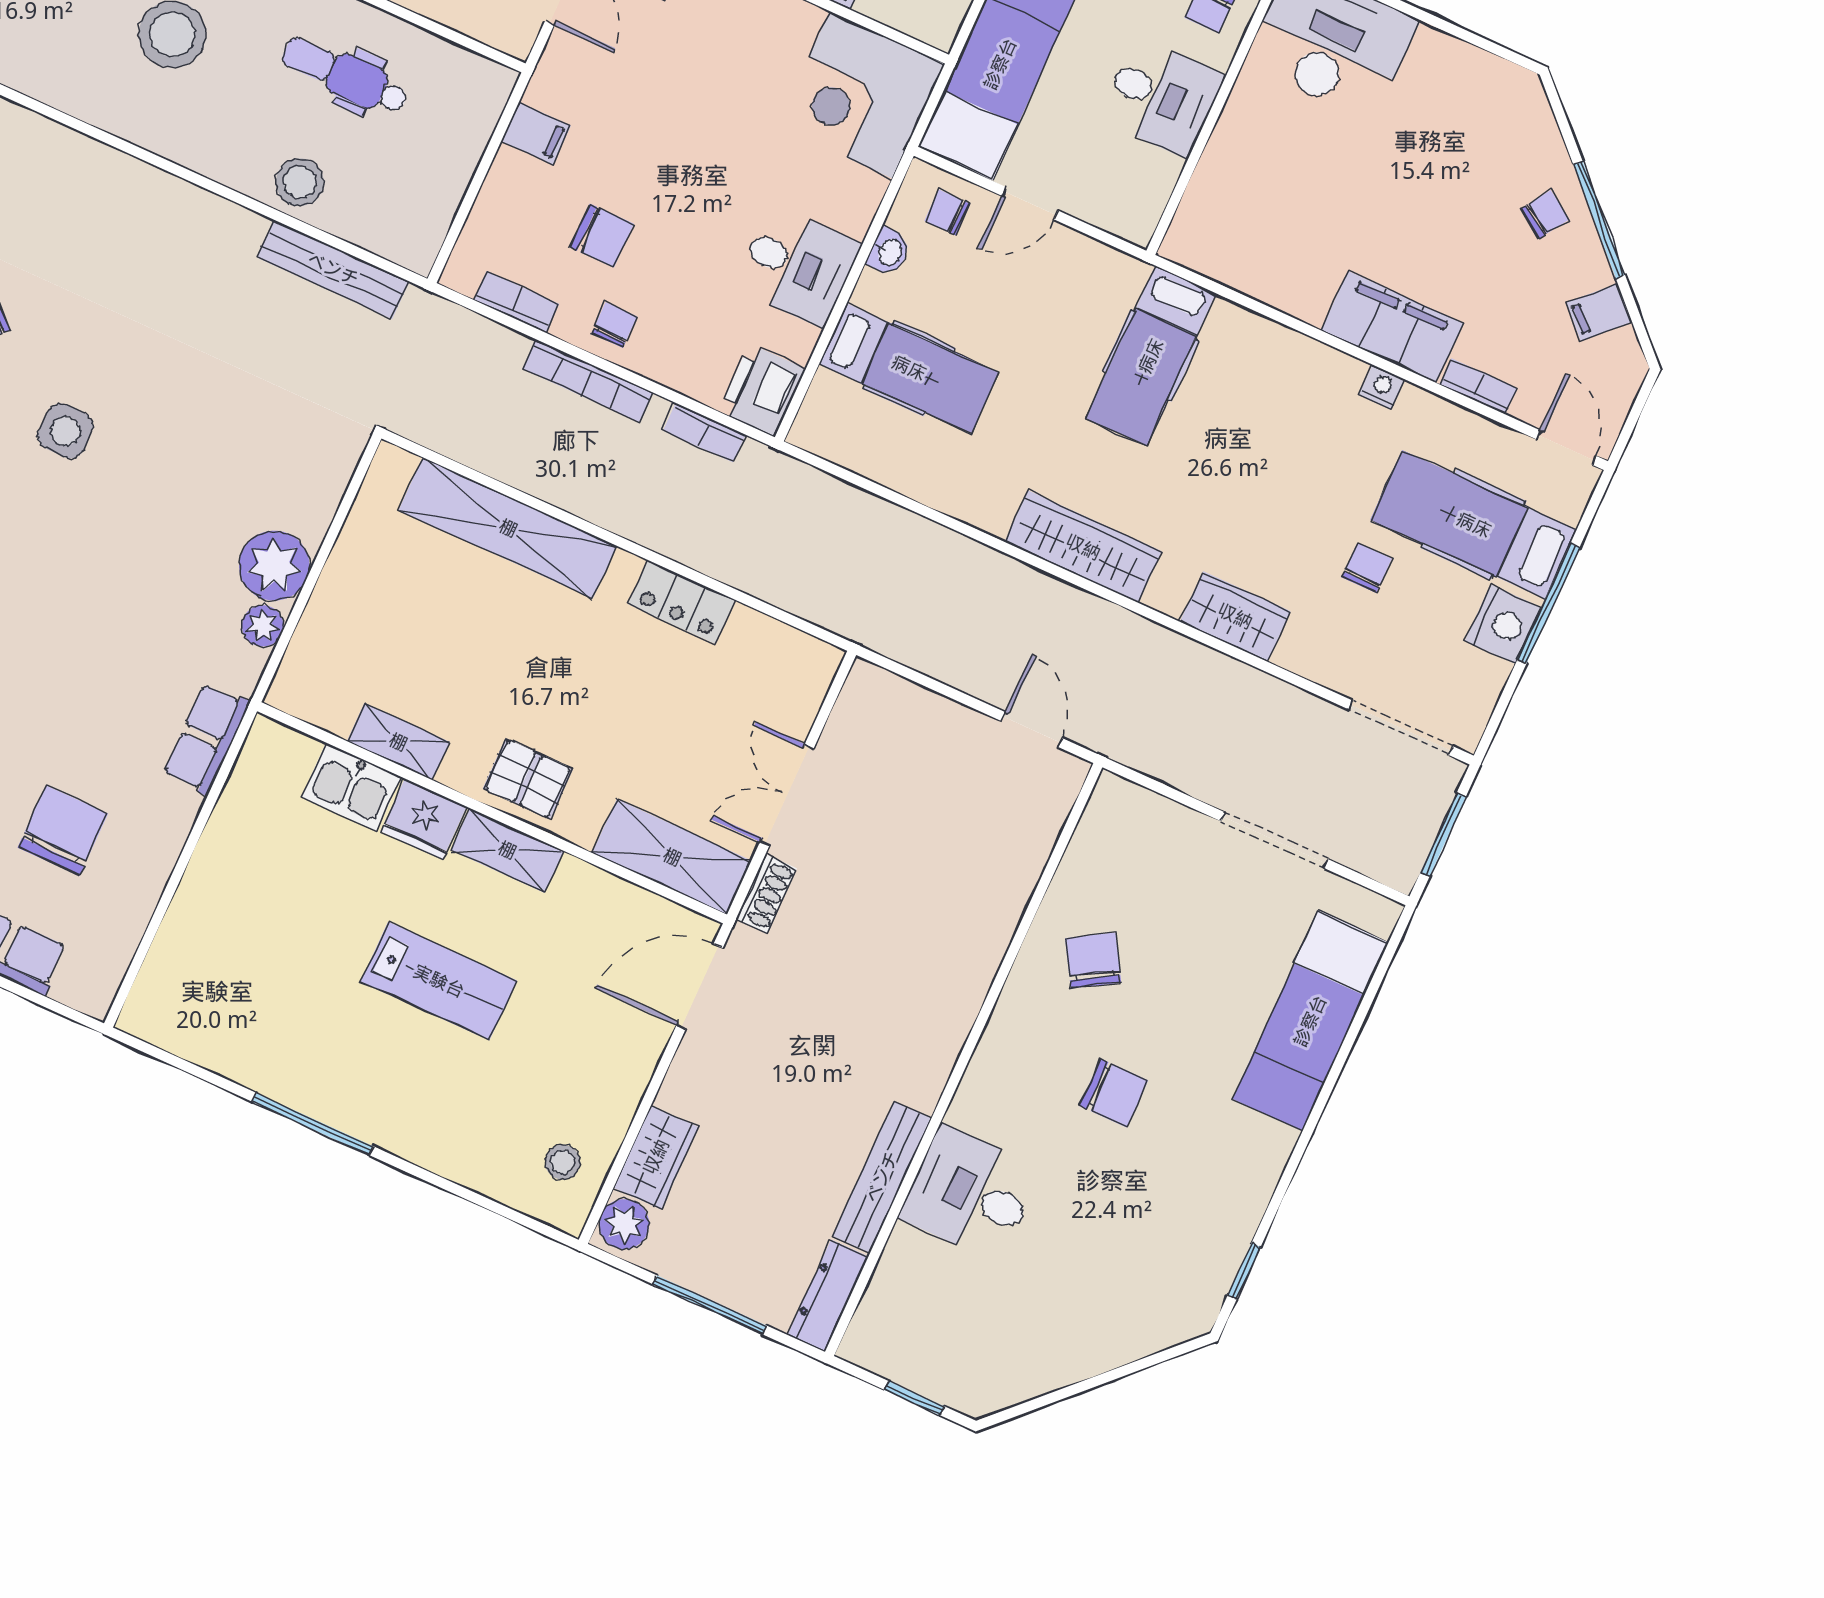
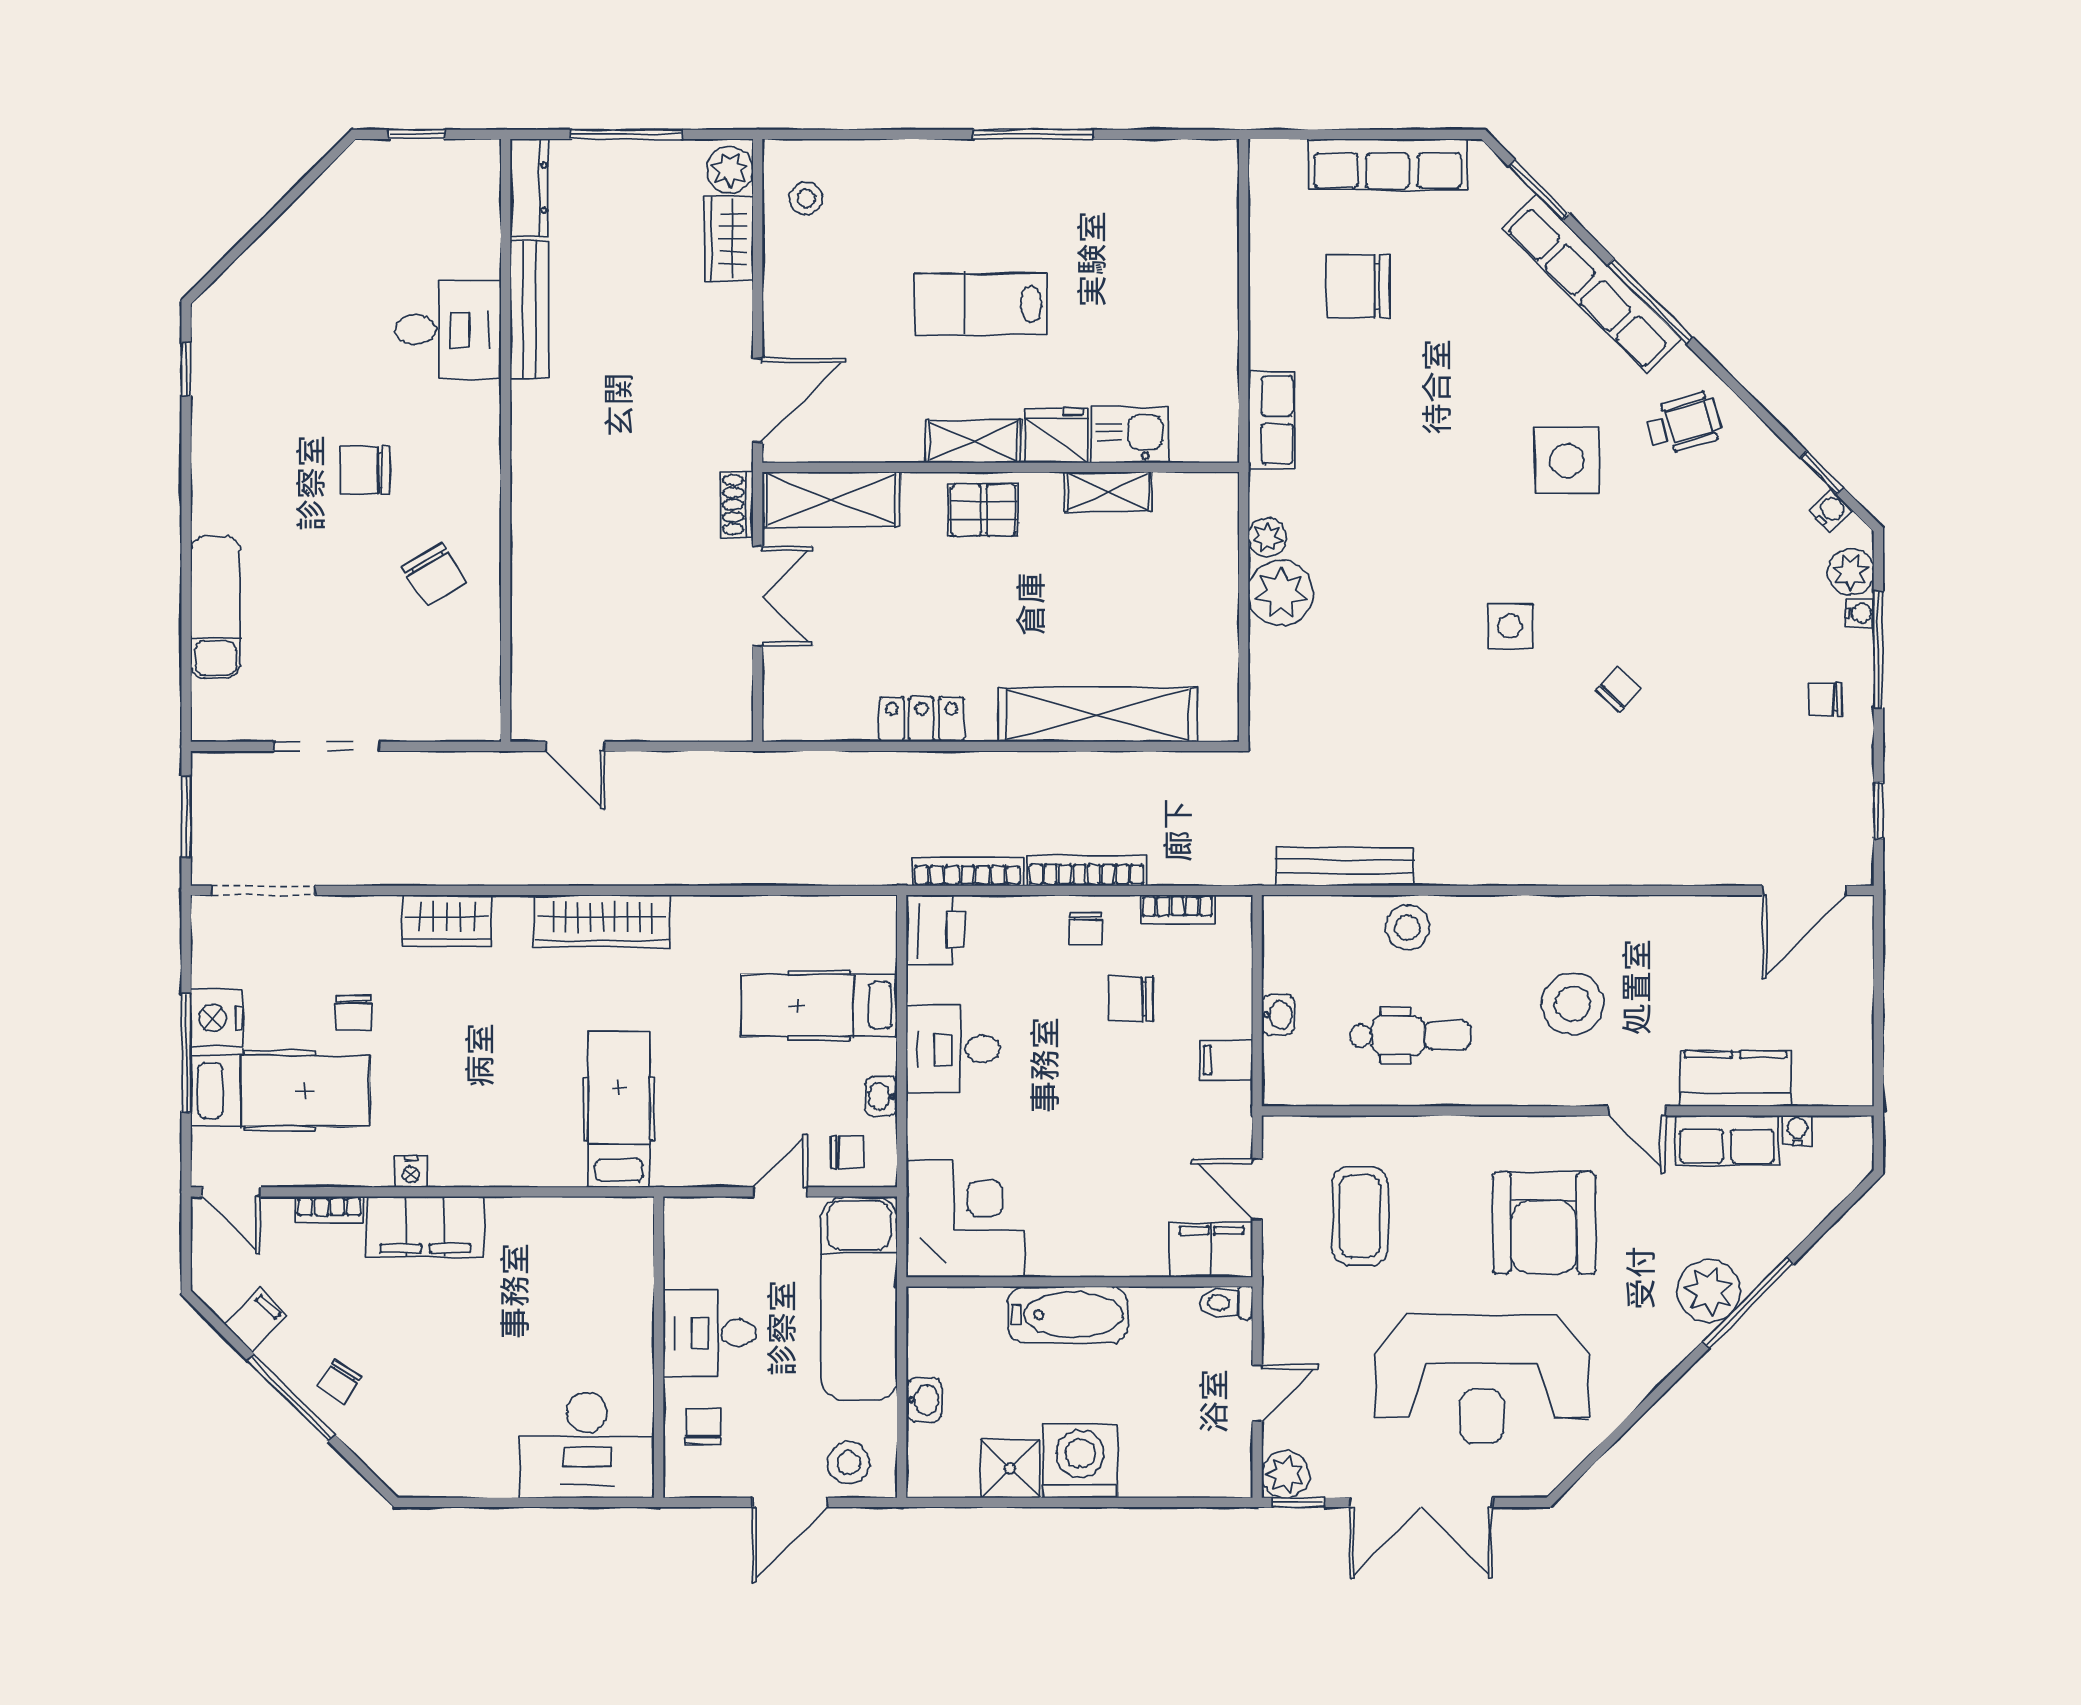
washbasin: (465, 154) -> (1278, 1015), added
bookcase: (704, 433) -> (968, 872), width x1.56
chair: (63, 831) -> (1358, 286), turned 90
exam couch: (1310, 1021) -> (215, 607), width x0.73, depth x0.69

